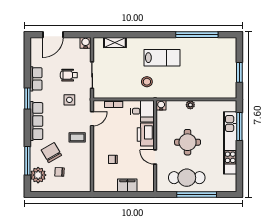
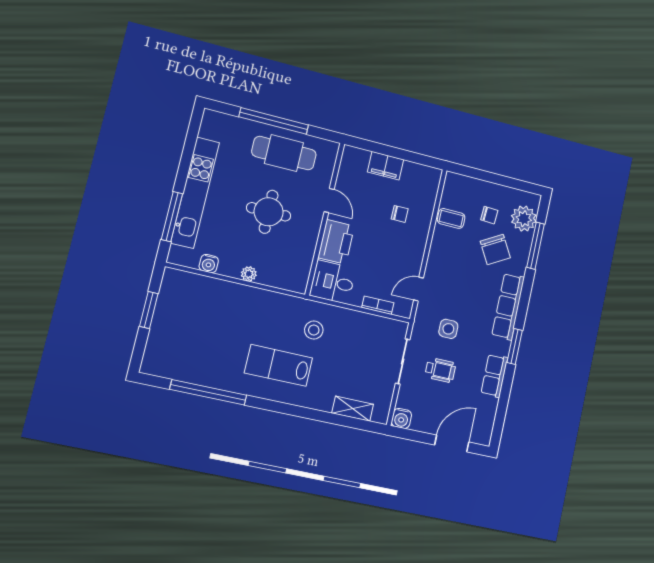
water cooler: (161, 105) -> (209, 264), moved
coffee table: (77, 137) -> (451, 218), moved

